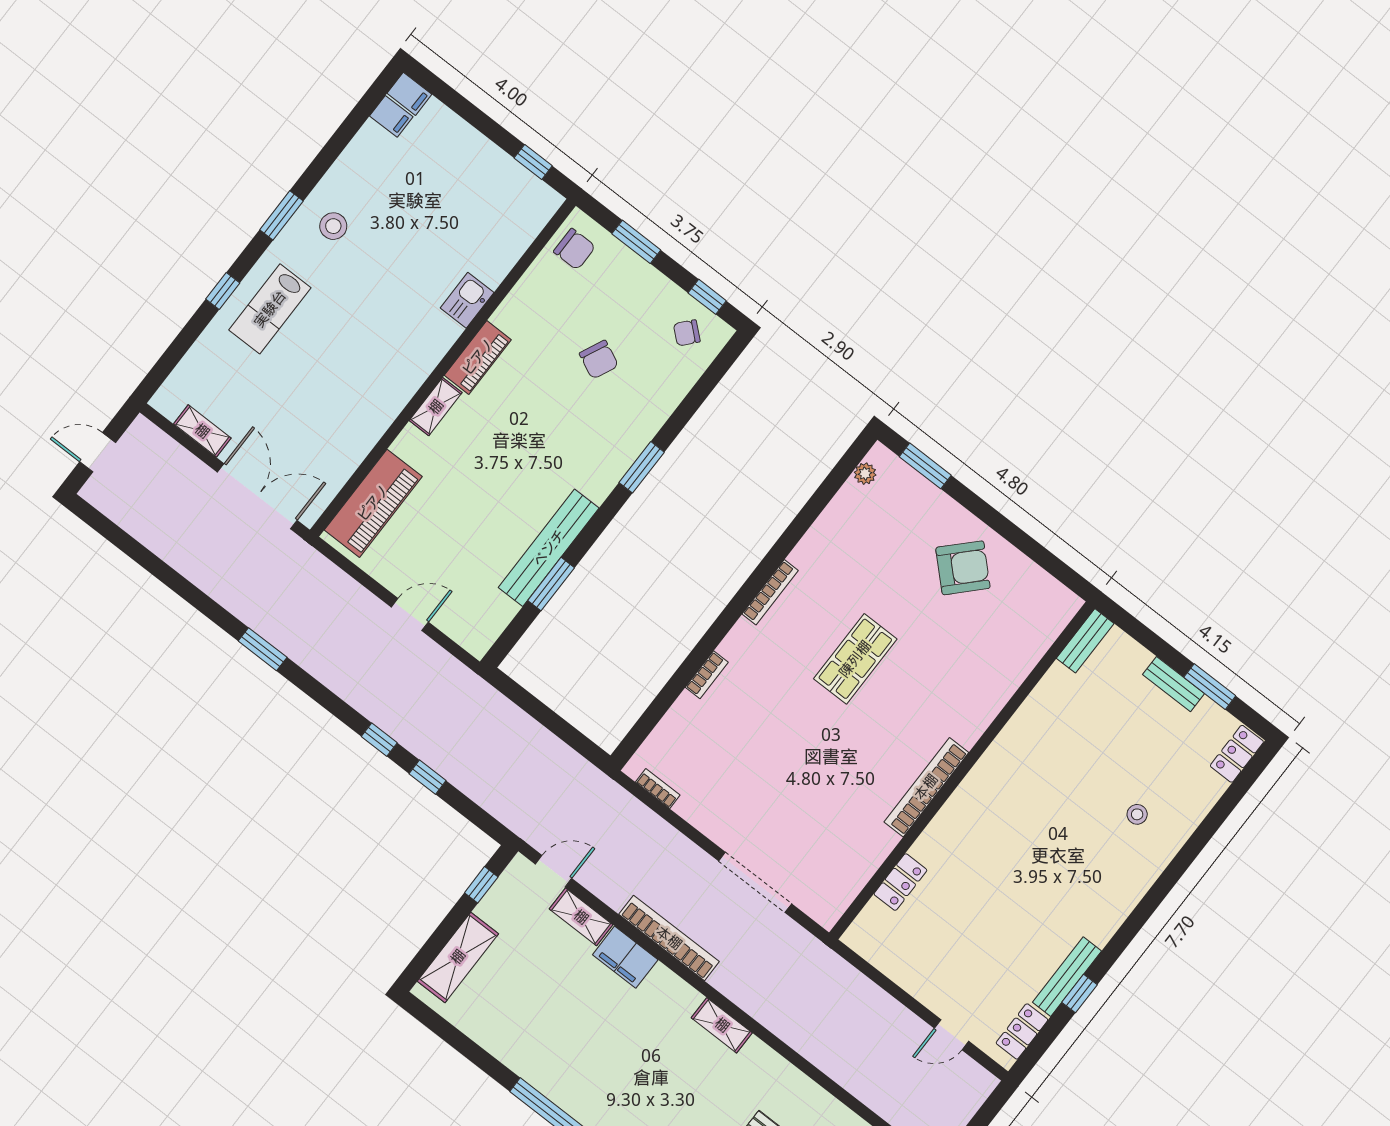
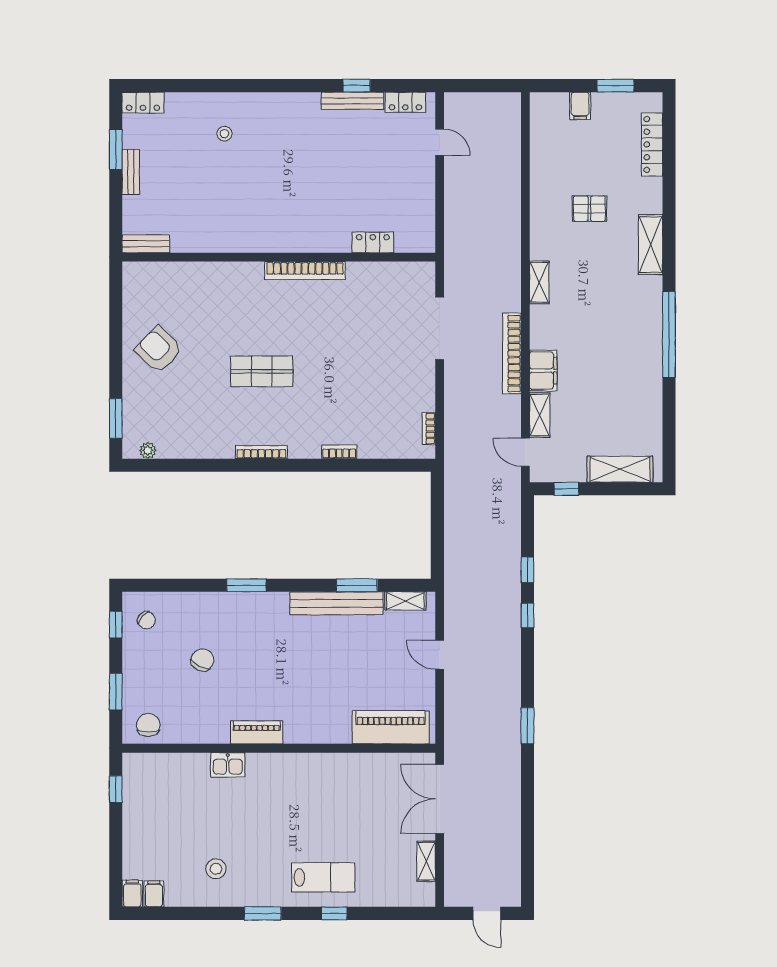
stool: (333, 226) -> (216, 869), moved
shelving: (436, 407) -> (405, 601), moved

